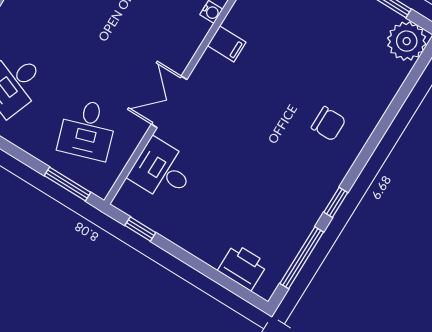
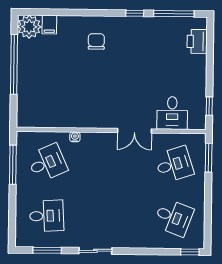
filing cabinet: (227, 44) -> (49, 25), moved, turned 180

